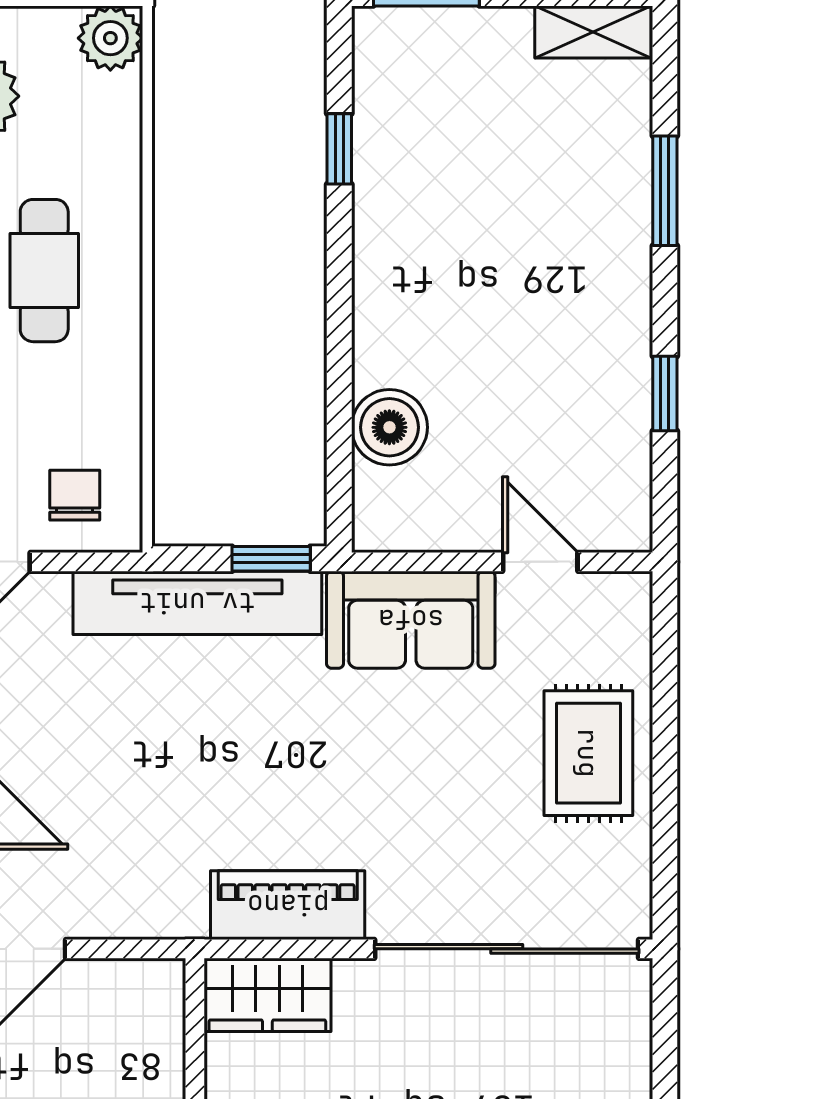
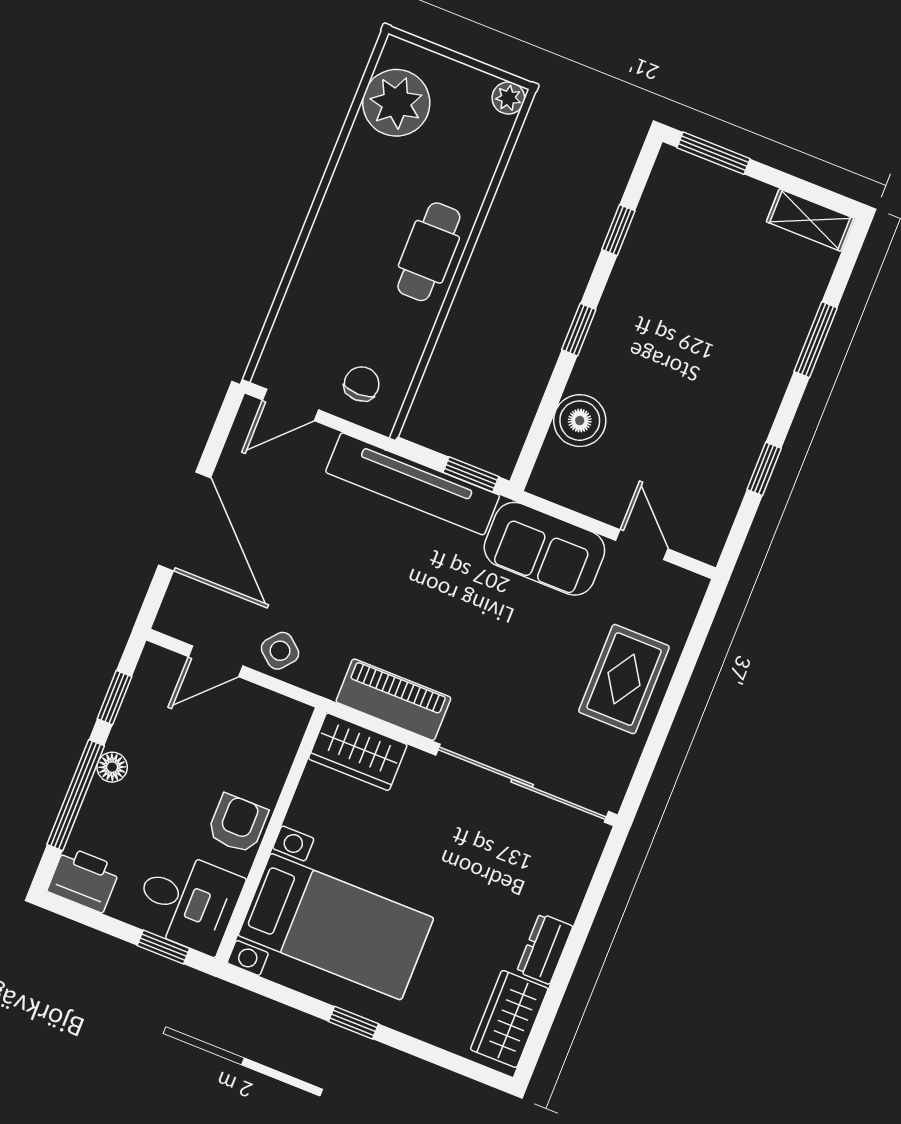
plant: (110, 38) -> (508, 98), width x0.73, depth x0.73
cafe table: (44, 271) -> (429, 252), moved
window: (339, 305) -> (579, 330), added
side table: (108, 900) -> (280, 651), added

